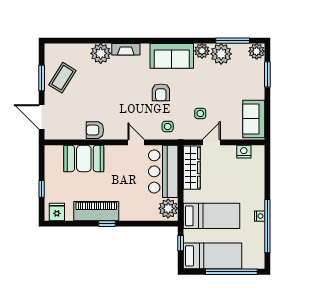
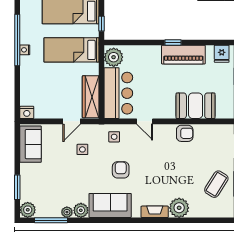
plant: (221, 54) -> (67, 212), width x0.53, depth x0.53
nightstand: (244, 152) -> (27, 112), moved

